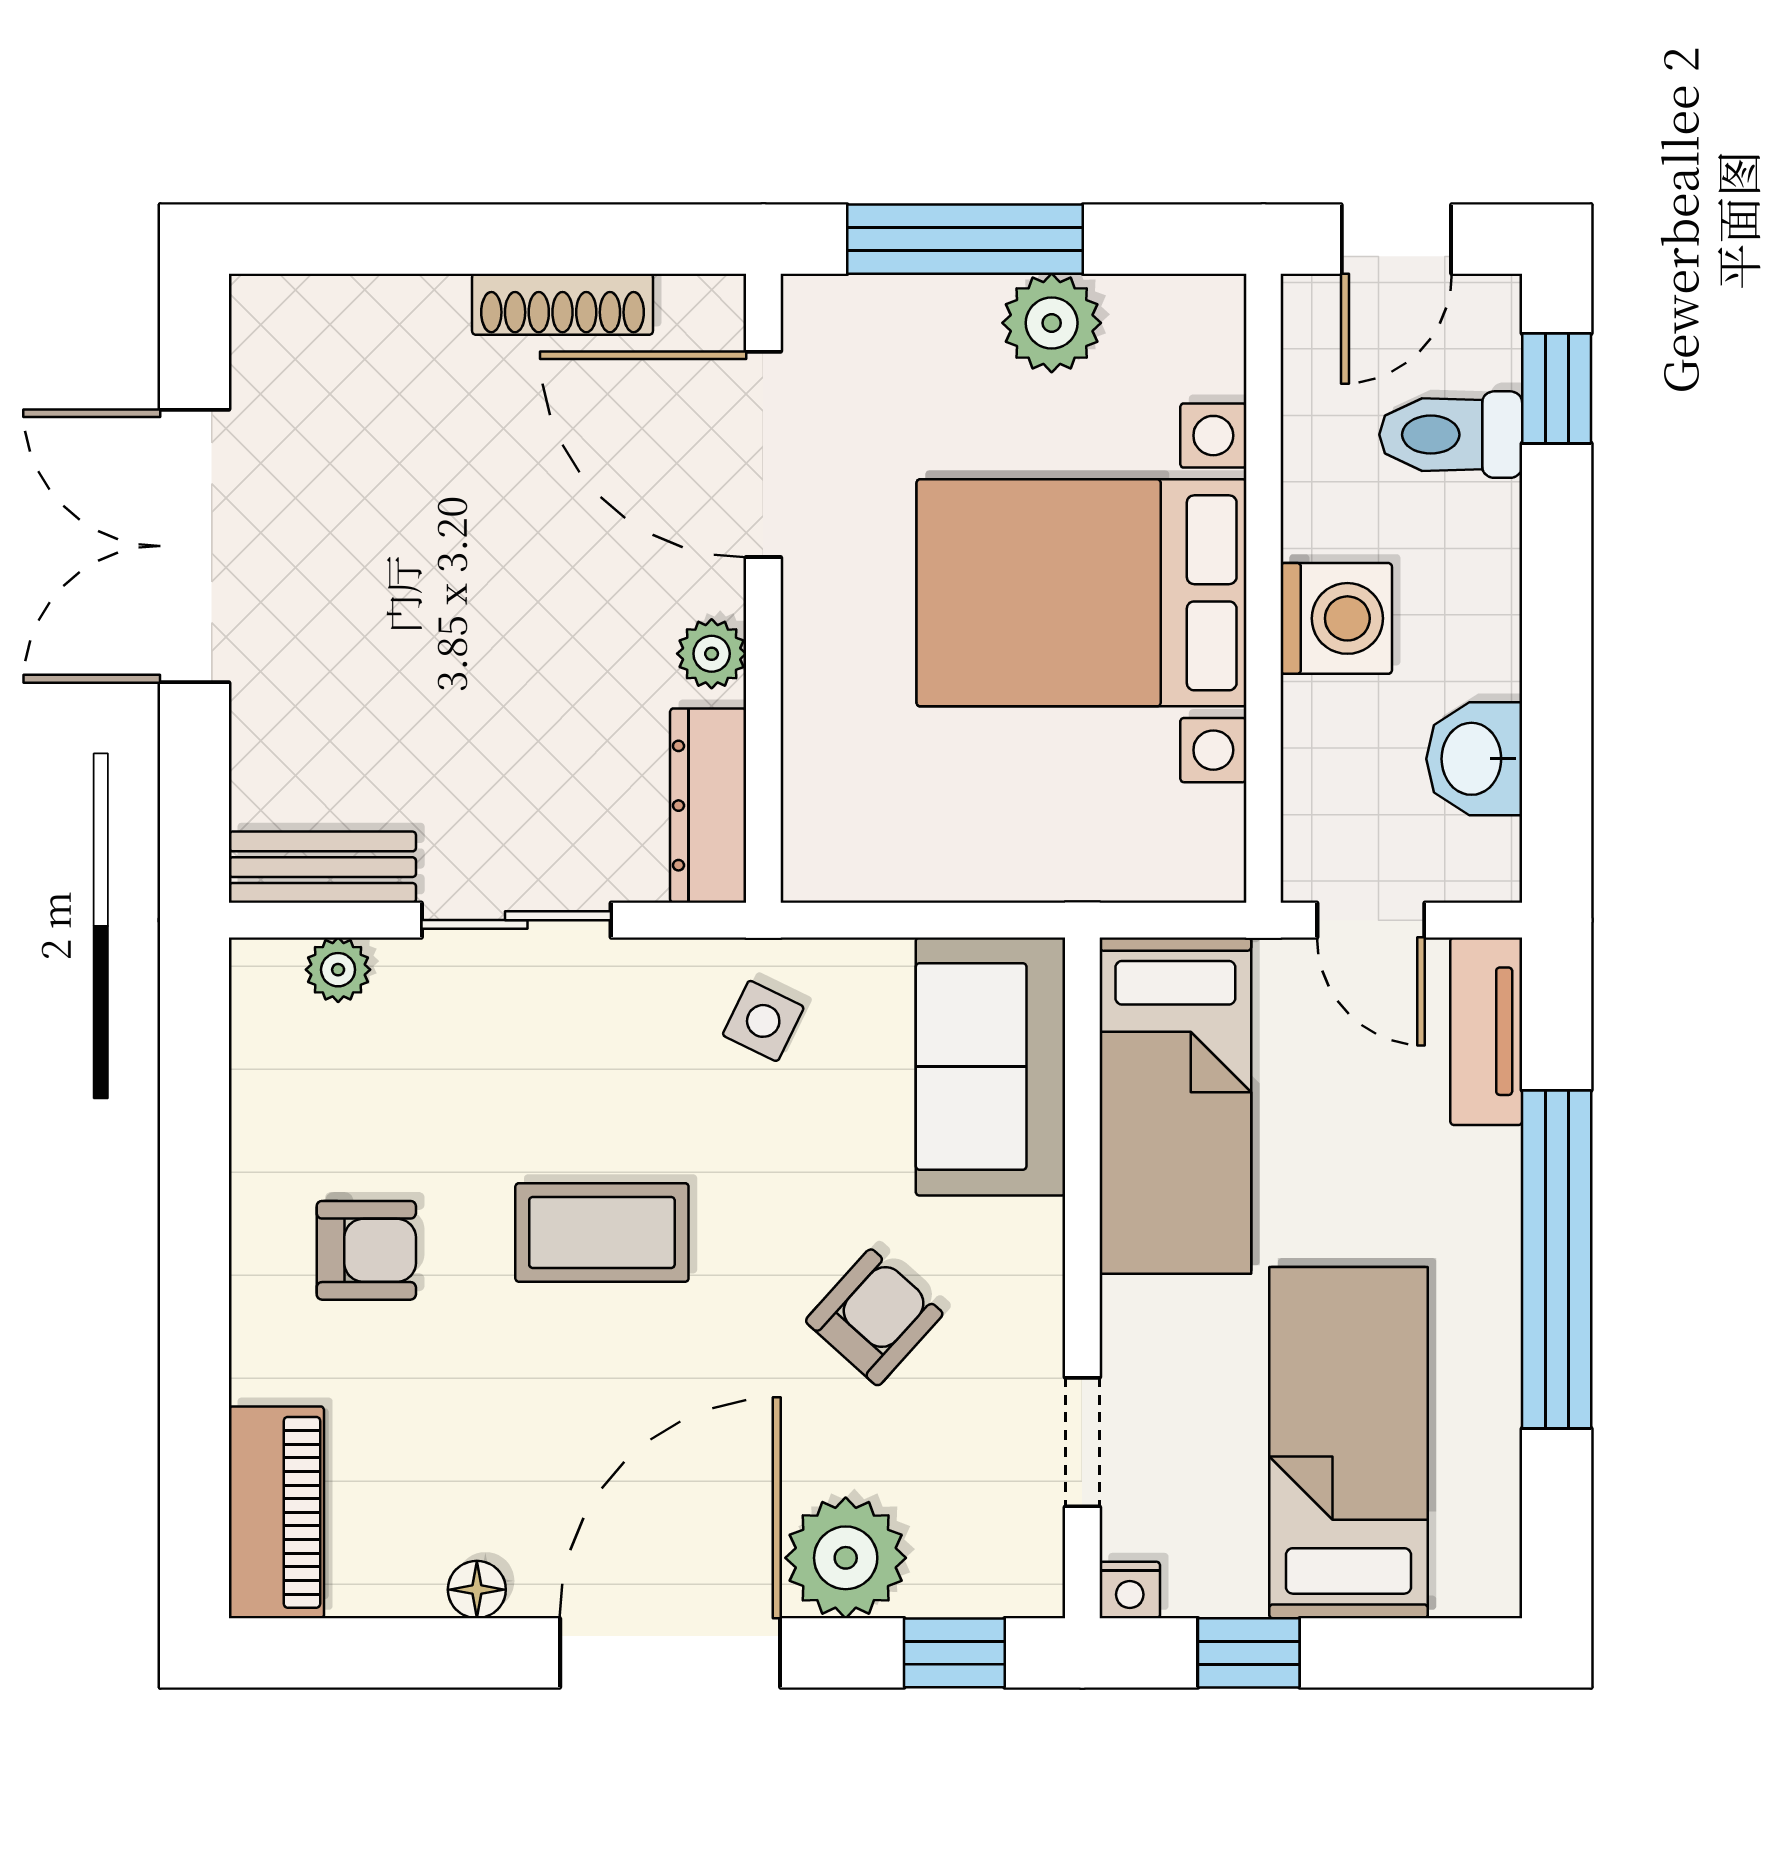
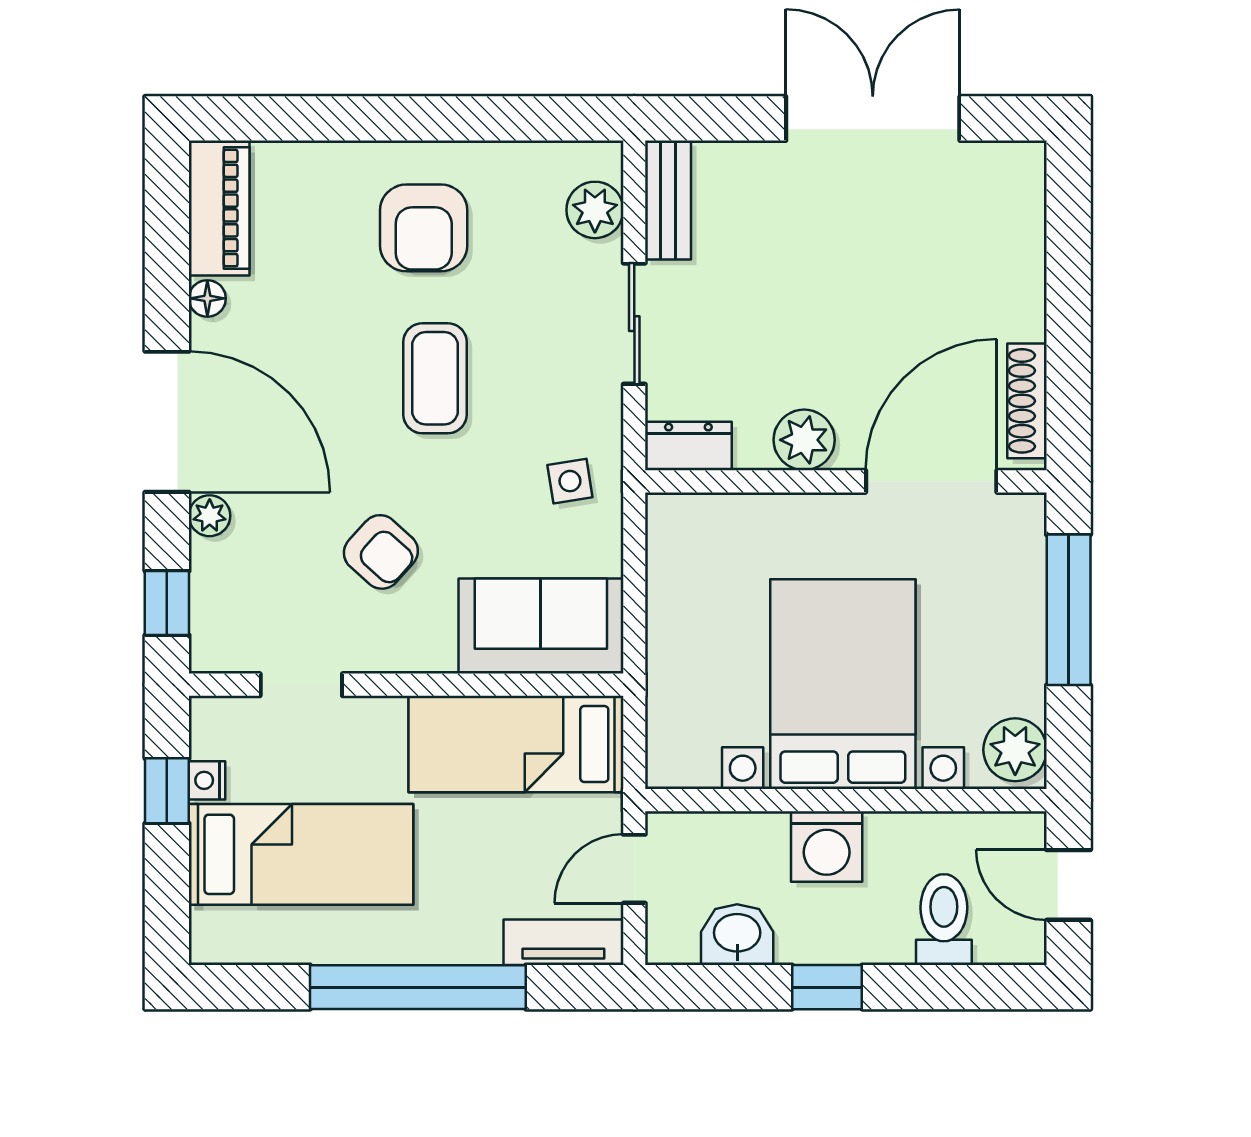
shoe rack: (563, 304) -> (1027, 401), moved
plant: (1052, 323) -> (1015, 750), moved
window: (1557, 388) -> (827, 987), moved
plant: (712, 654) -> (804, 440), width x1.38, depth x1.38
dresser: (708, 806) -> (688, 446), width x0.70
plant: (338, 970) -> (595, 210), width x1.38, depth x1.38
side table: (763, 1021) -> (570, 481), turned -35
armchair: (366, 1250) -> (424, 228), width x1.38, depth x1.38
piano: (276, 1512) -> (219, 208), moved, turned -90
plant: (846, 1558) -> (210, 516), width x0.53, depth x0.53
nightstand: (1130, 1590) -> (207, 780), moved

